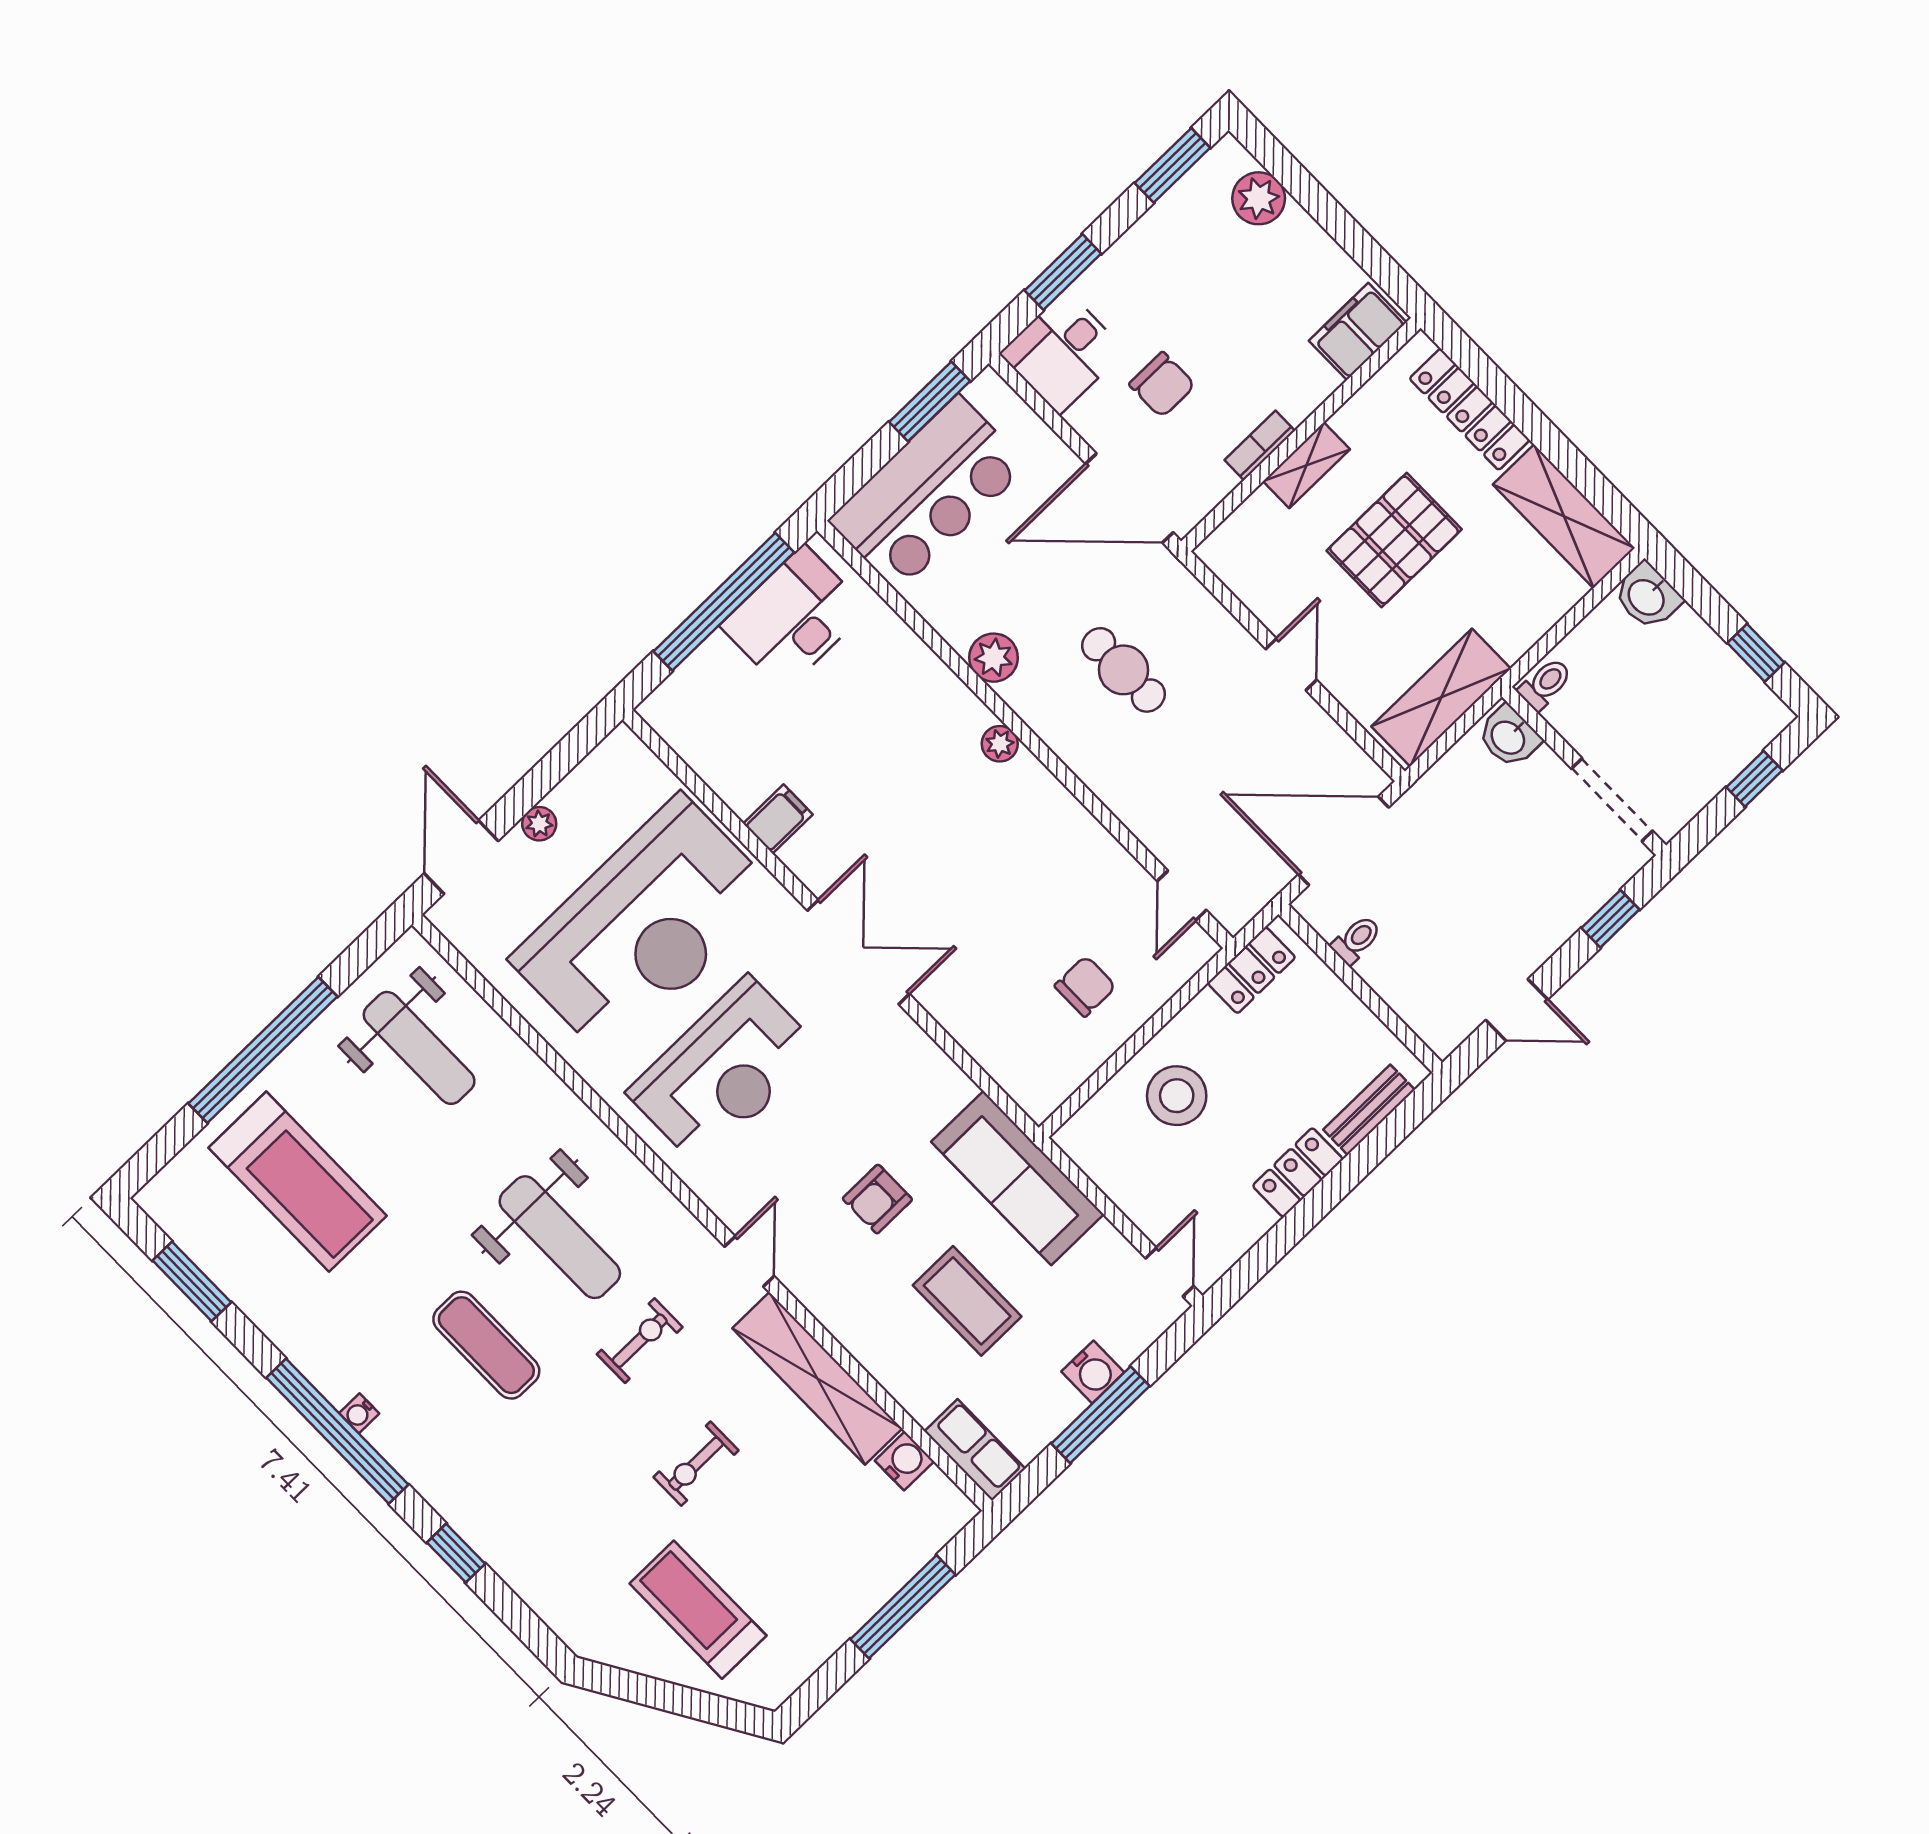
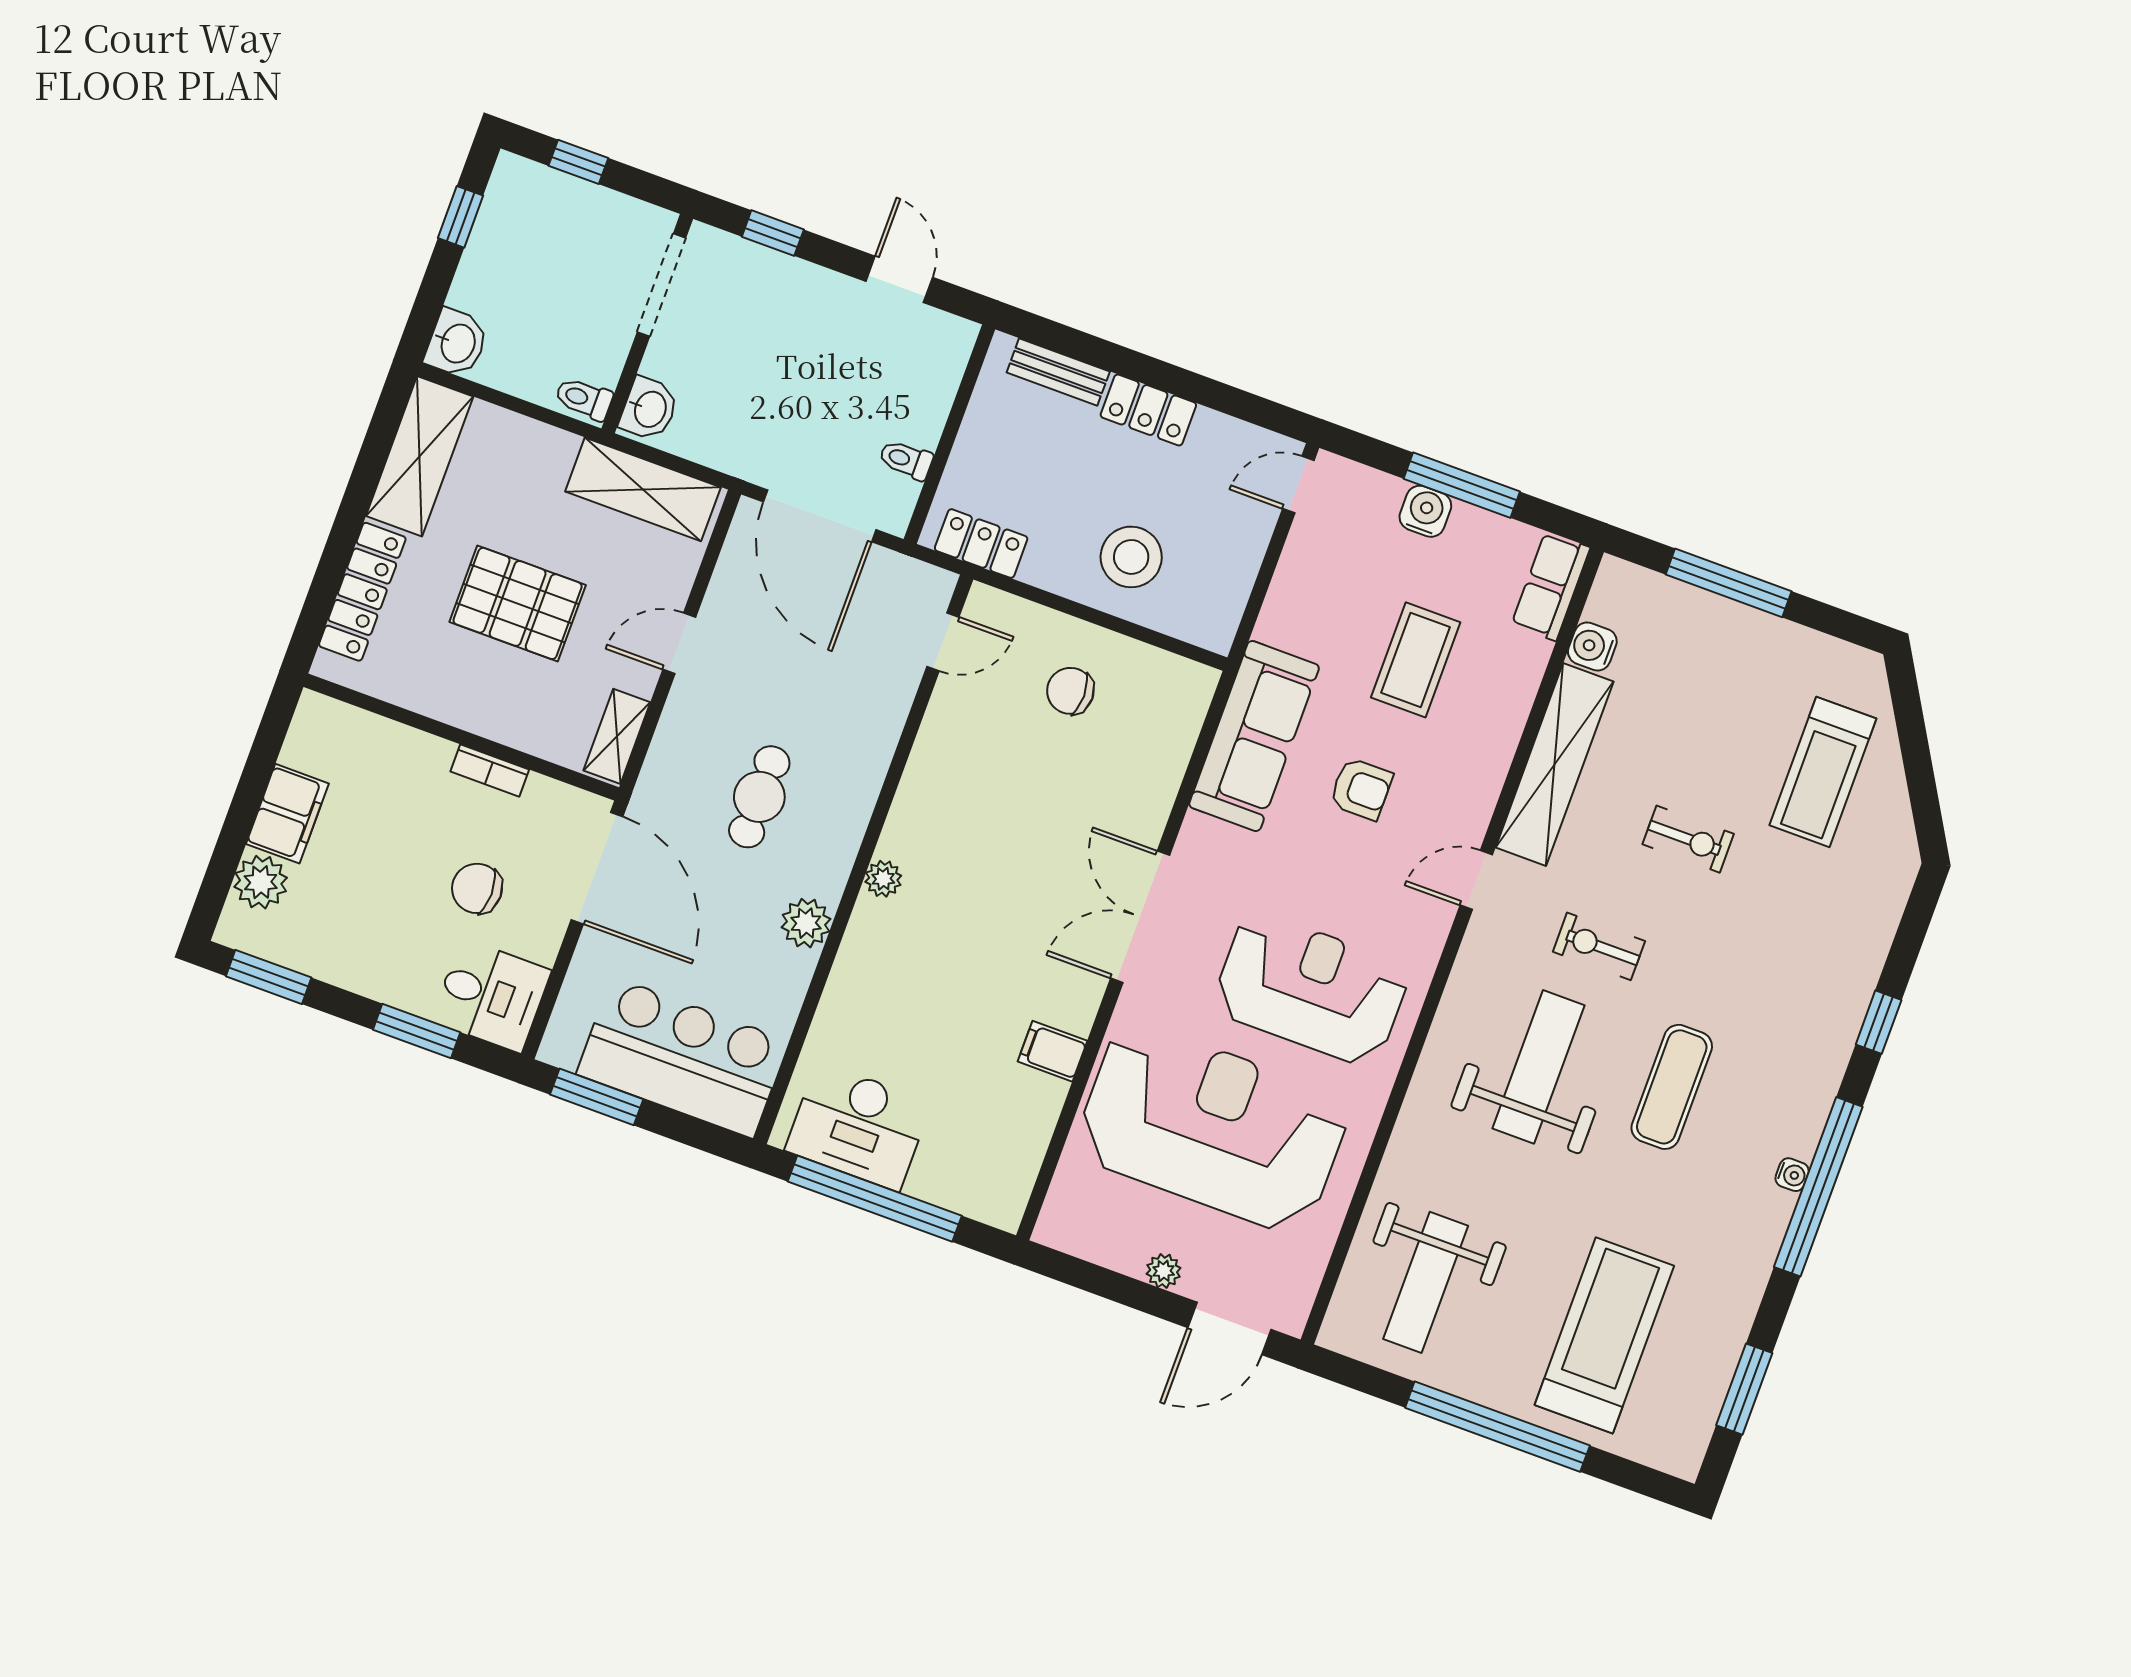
filing cabinet: (1358, 331) -> (287, 814), moved, turned -90
chair: (1162, 385) -> (477, 888), turned -90
shelving: (1306, 465) -> (617, 736), moved, turned 90
weight bench: (419, 1048) -> (1426, 1282), turned 180
sofa: (1017, 1178) -> (1254, 736), moved

